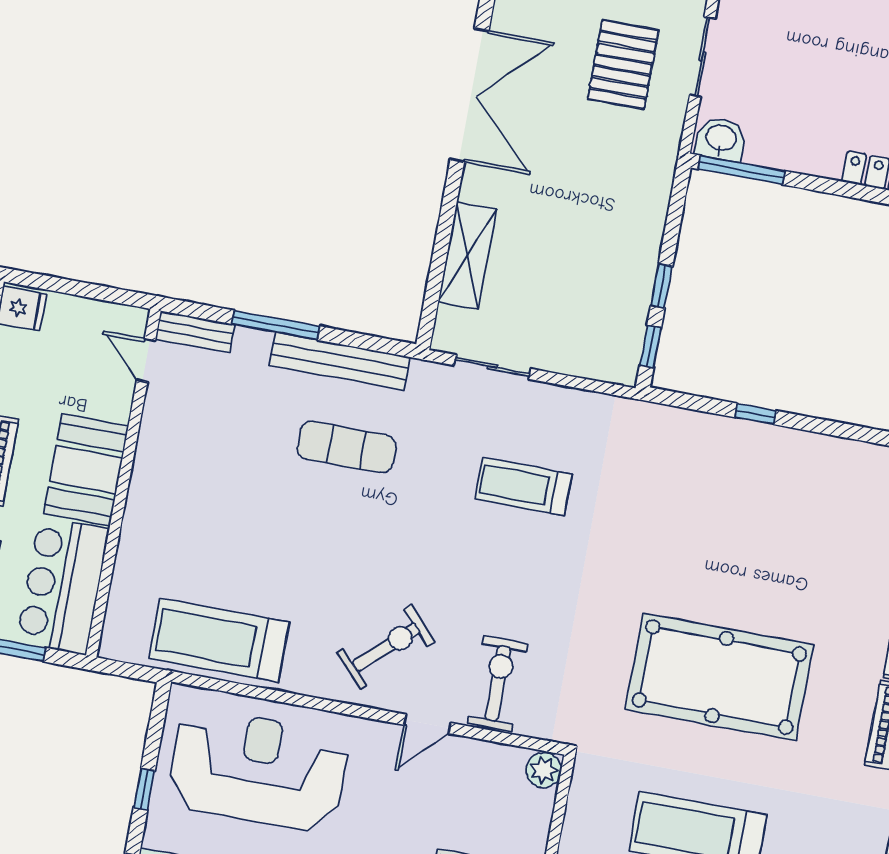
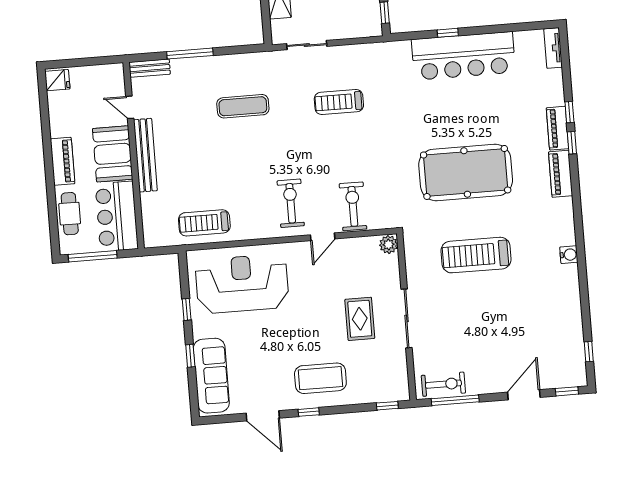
door: (146, 360) -> (130, 107), moved
bench: (340, 361) -> (145, 155), moved, turned 90
bar counter: (773, 464) -> (463, 56), added
treadmill: (219, 640) -> (204, 223), width x0.73, depth x0.73
exercise bike: (386, 647) -> (291, 203), turned -47

